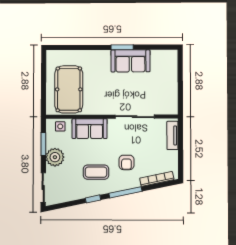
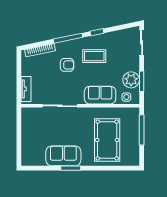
pool table: (69, 89) -> (107, 140), moved
window: (44, 90) -> (142, 130), added
plant: (55, 157) -> (131, 80), moved
armchair: (126, 162) -> (67, 65), turned 90

